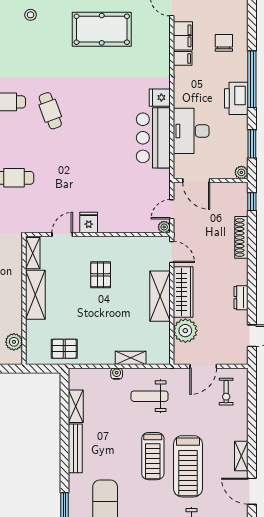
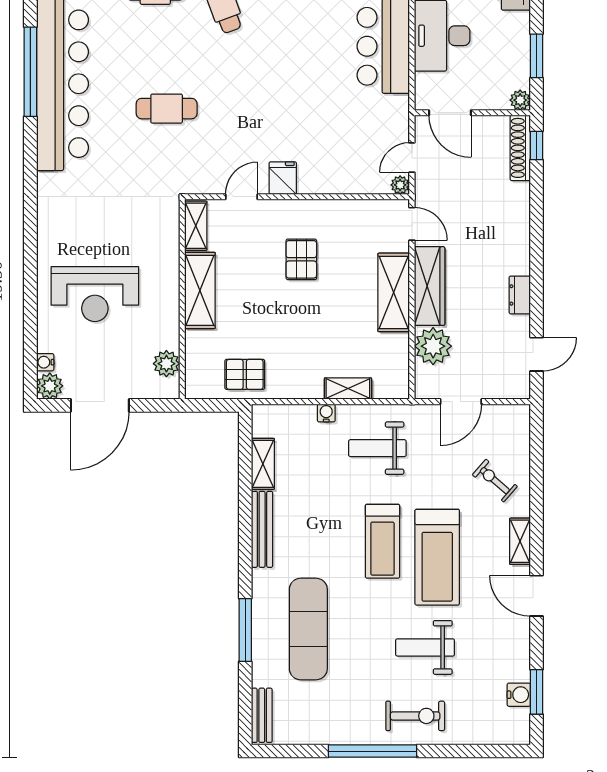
shoe rack: (241, 237) -> (520, 148), moved
exercise bike: (226, 392) -> (495, 481), moved, turned 131

